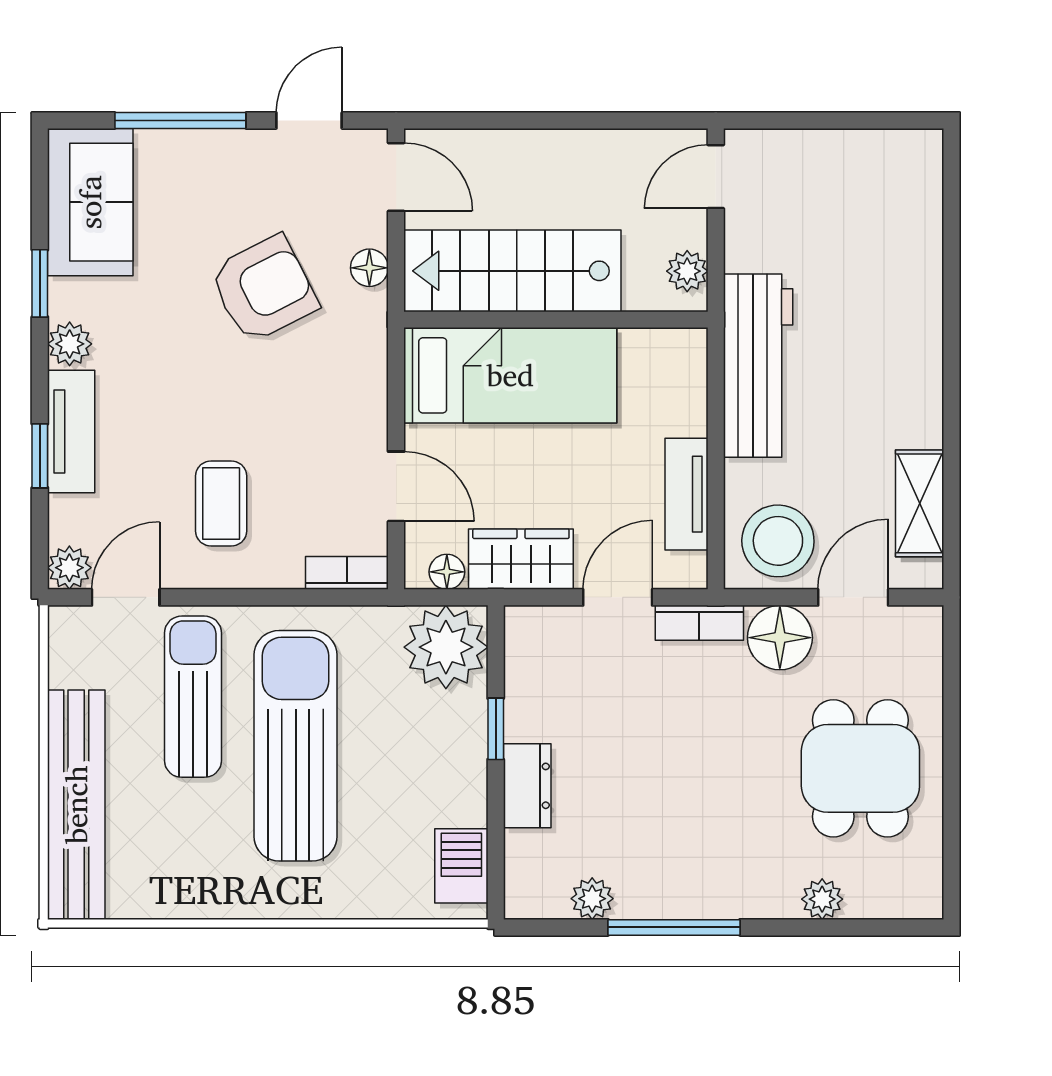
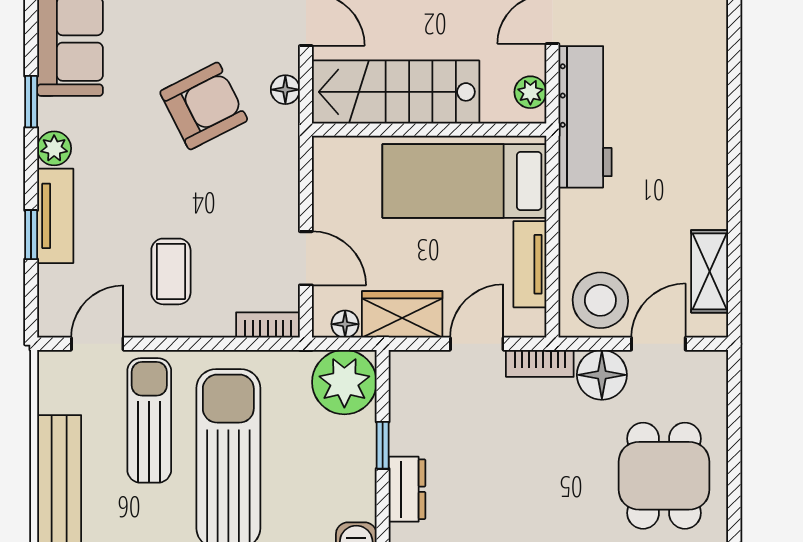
workbench: (758, 366) -> (585, 117), moved
bed: (510, 375) -> (464, 181), moved, turned 180
plant: (69, 568) -> (54, 321), removed

